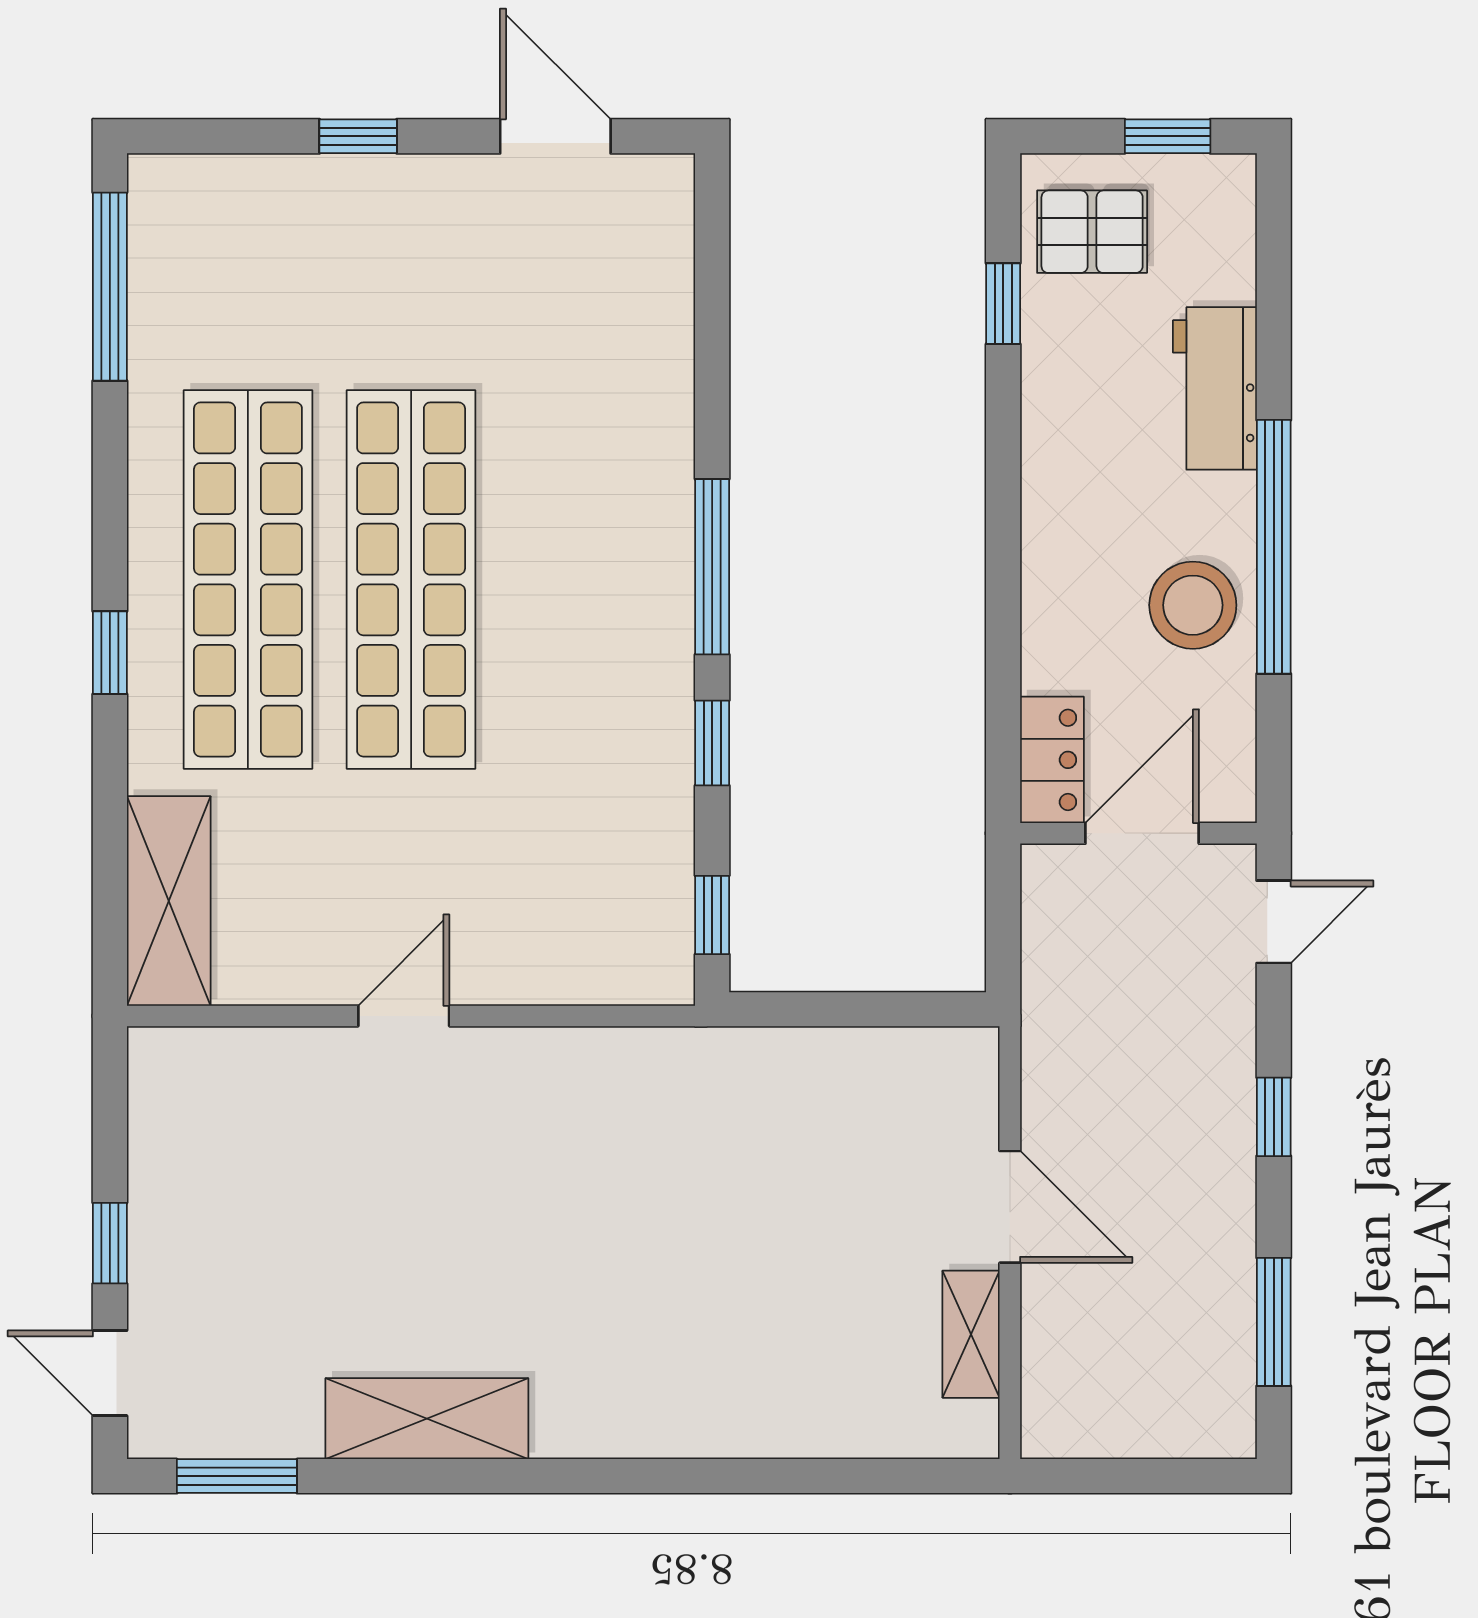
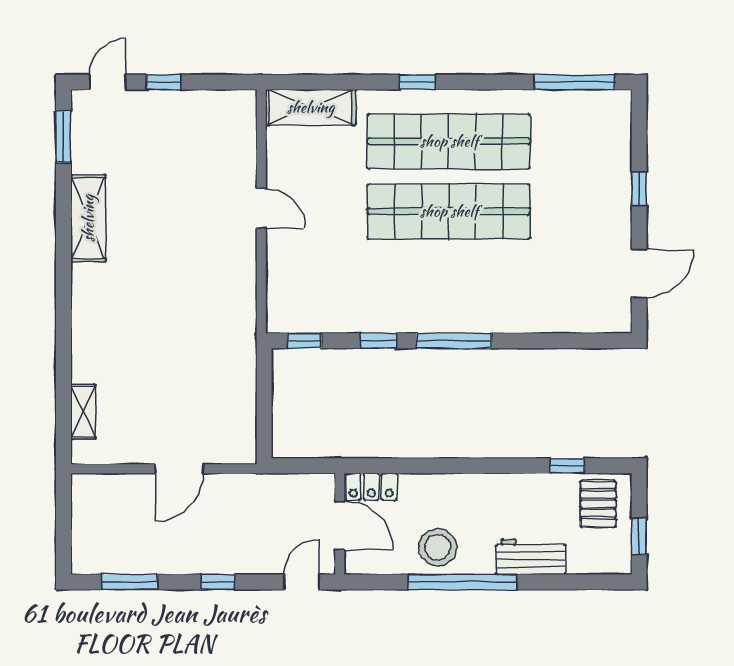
door: (1274, 922) -> (302, 582), swing flipped
shelving: (971, 1334) -> (83, 412), moved, turned 90

